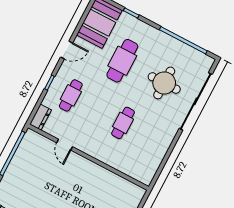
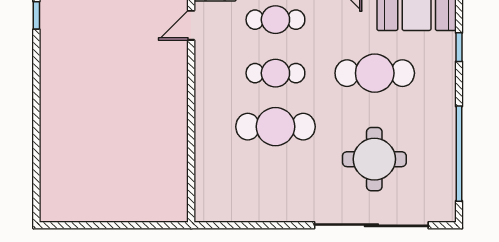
cafe table: (97, 109) -> (275, 73), added
cafe table: (123, 123) -> (275, 127), width x1.37, depth x1.35
door: (65, 145) -> (191, 25), moved

